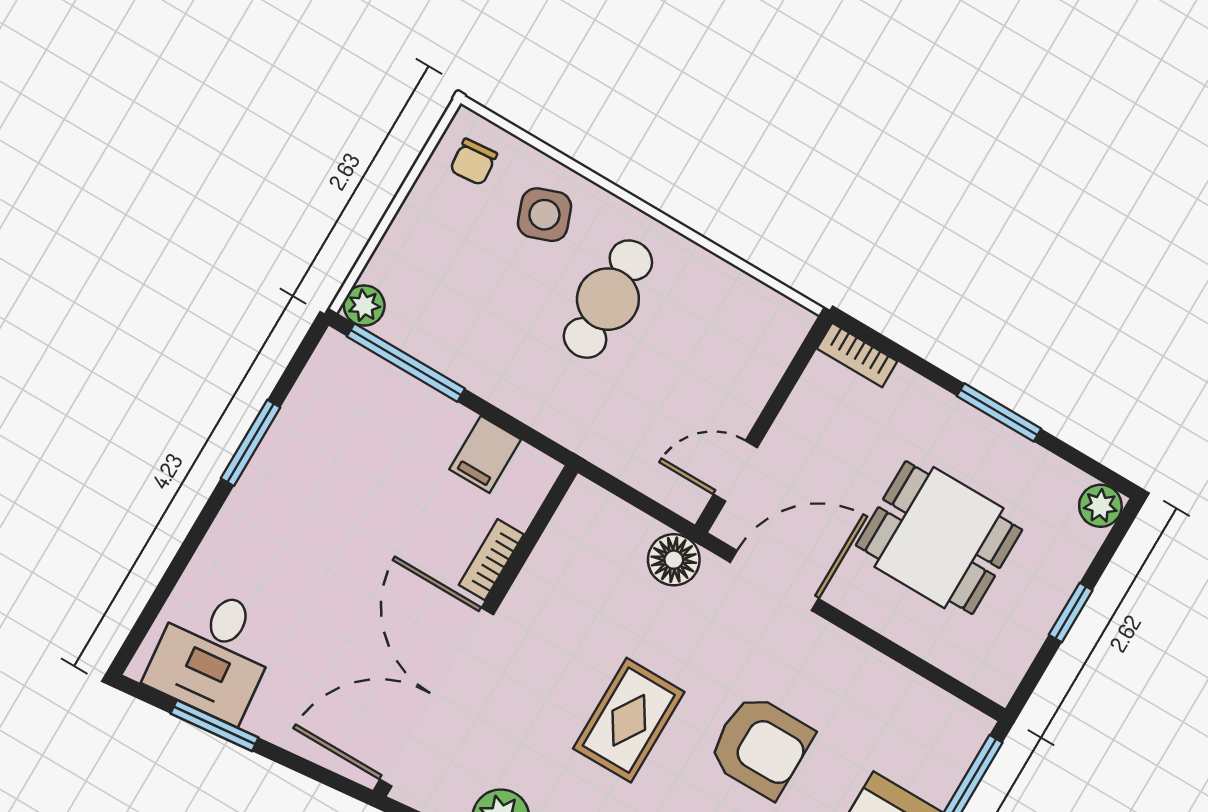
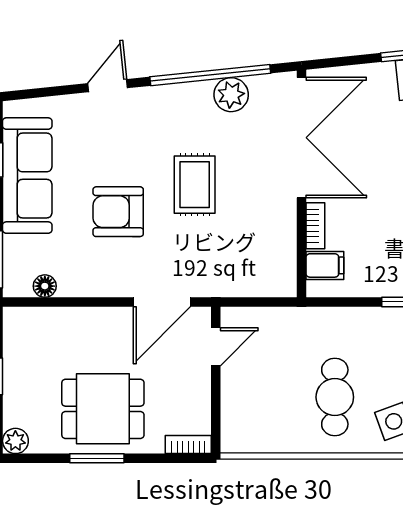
filing cabinet: (485, 454) -> (325, 265), moved, turned 90
dining table: (939, 538) -> (103, 409), moved
floor lamp: (674, 560) -> (45, 286), moved, width x0.73, depth x0.73

